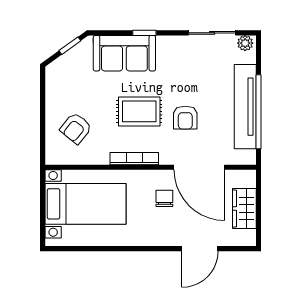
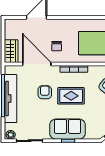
sofa: (124, 53) -> (67, 129), moved
wardrobe: (244, 209) -> (11, 51), moved

